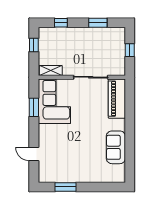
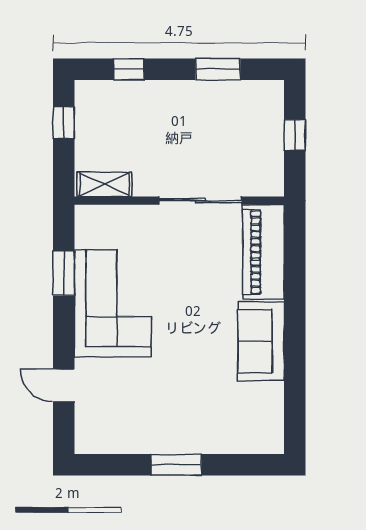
corner sofa: (54, 101) -> (113, 303), moved
sofa: (116, 147) -> (261, 341), moved
window: (65, 187) -> (176, 465), moved

